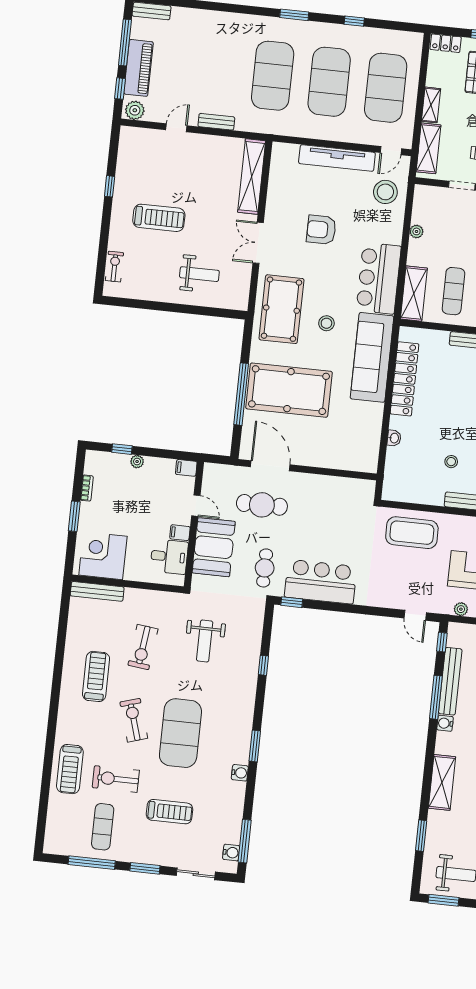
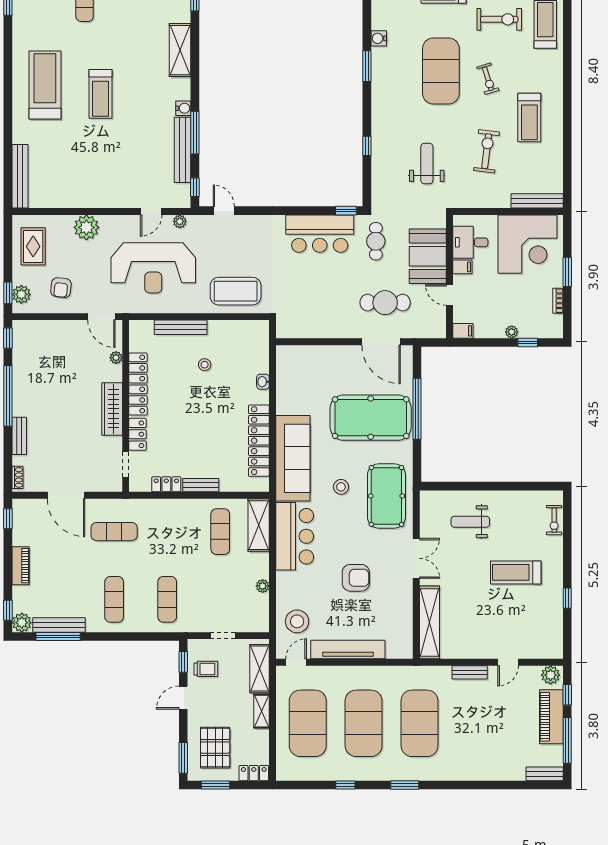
corner desk: (103, 556) -> (527, 244), width x1.36, depth x1.36
exercise bike: (134, 720) -> (488, 79), width x0.73, depth x0.72

